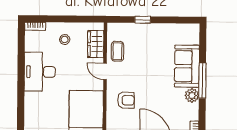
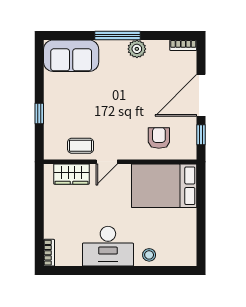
stool: (65, 39) -> (149, 255), moved
sofa: (187, 66) -> (71, 56), moved
armchair: (126, 100) -> (159, 138), moved

